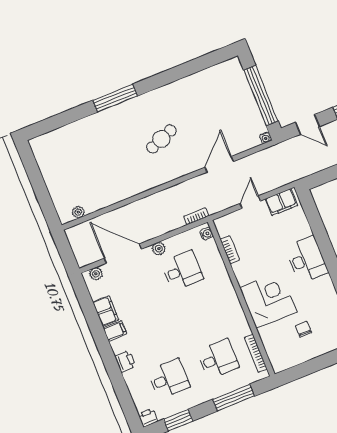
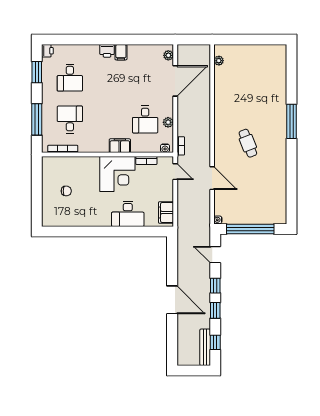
door: (308, 124) -> (215, 255), hinge flipped
door: (250, 202) -> (175, 172), moved
plant: (159, 249) -> (168, 122), moved
desk: (307, 260) -> (128, 214), moved
corner desk: (268, 300) -> (117, 174), moved
filing cabinet: (106, 311) -> (120, 146), moved, turned 180
desk: (218, 359) -> (70, 119), turned 180
printer: (125, 361) -> (107, 51), moved

